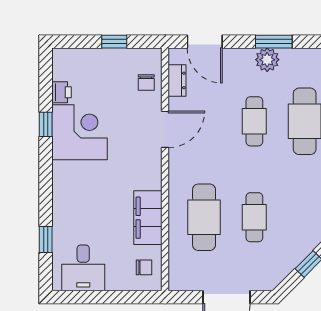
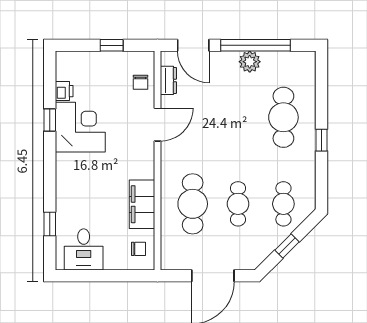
window: (274, 42) -> (256, 45), width x2.11
cafe table: (254, 121) -> (283, 204), moved

